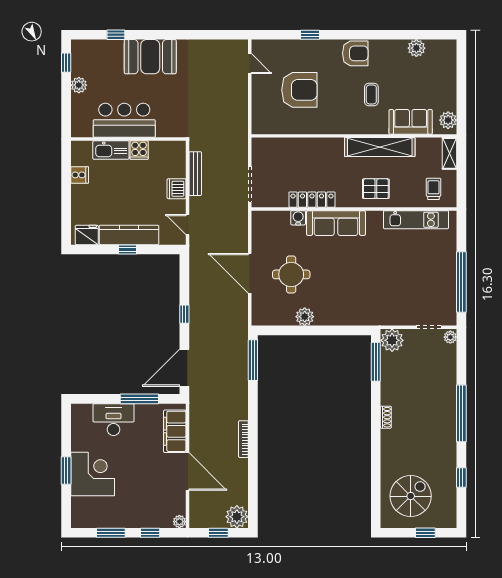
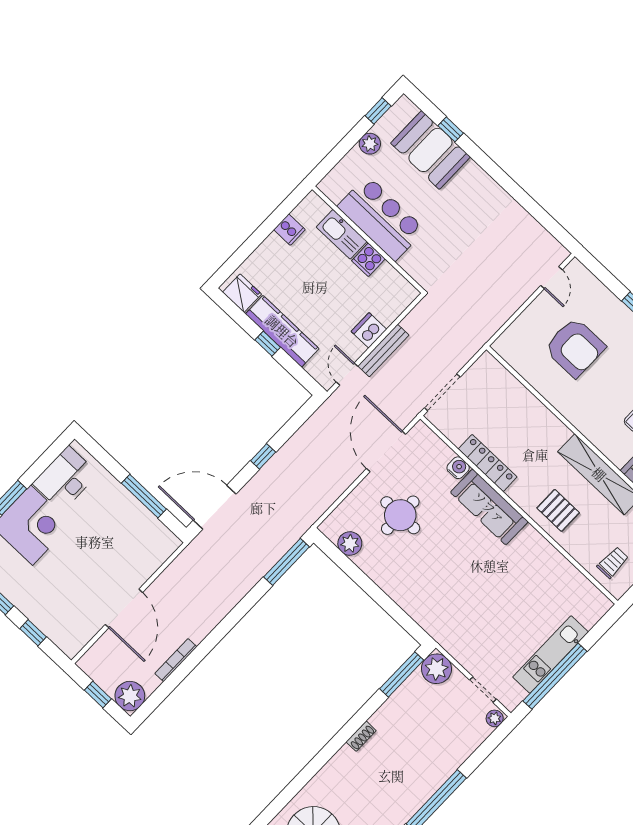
booth: (150, 57) -> (430, 150), moved
bench: (195, 174) -> (383, 351), moved
kitchen unit: (416, 220) -> (551, 654), moved, turned 90
door: (250, 273) -> (386, 451), moved
plant: (305, 317) -> (350, 543), moved
desk: (113, 420) -> (65, 479), moved, turned -90
filing cabinet: (175, 431) -> (148, 559), removed
bookcase: (243, 439) -> (176, 660), moved
plant: (179, 522) -> (71, 649), removed

